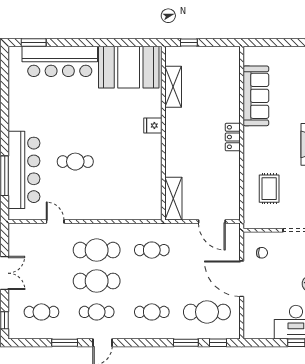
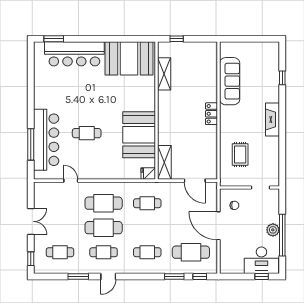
fridge: (153, 126) -> (148, 174), moved
booth: (141, 163) -> (139, 135), added

